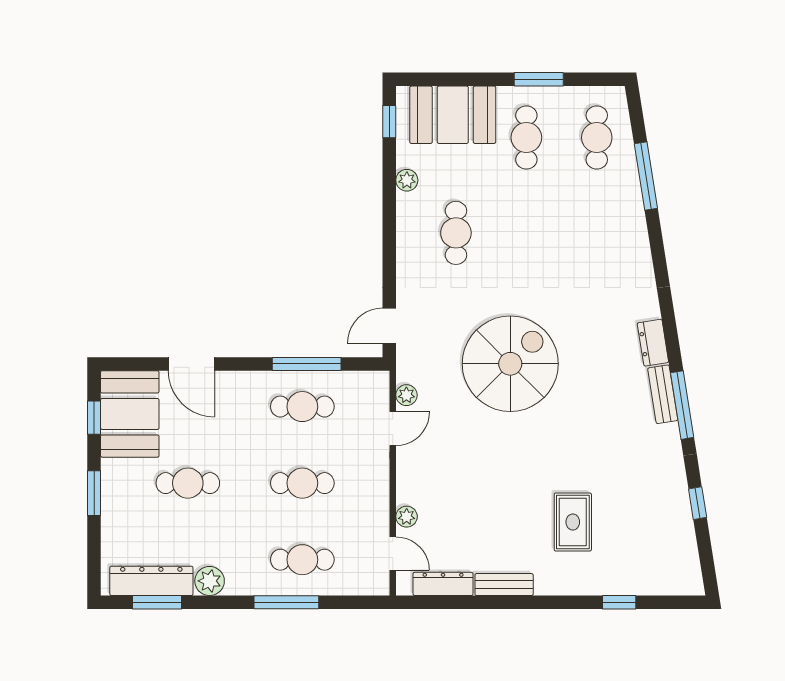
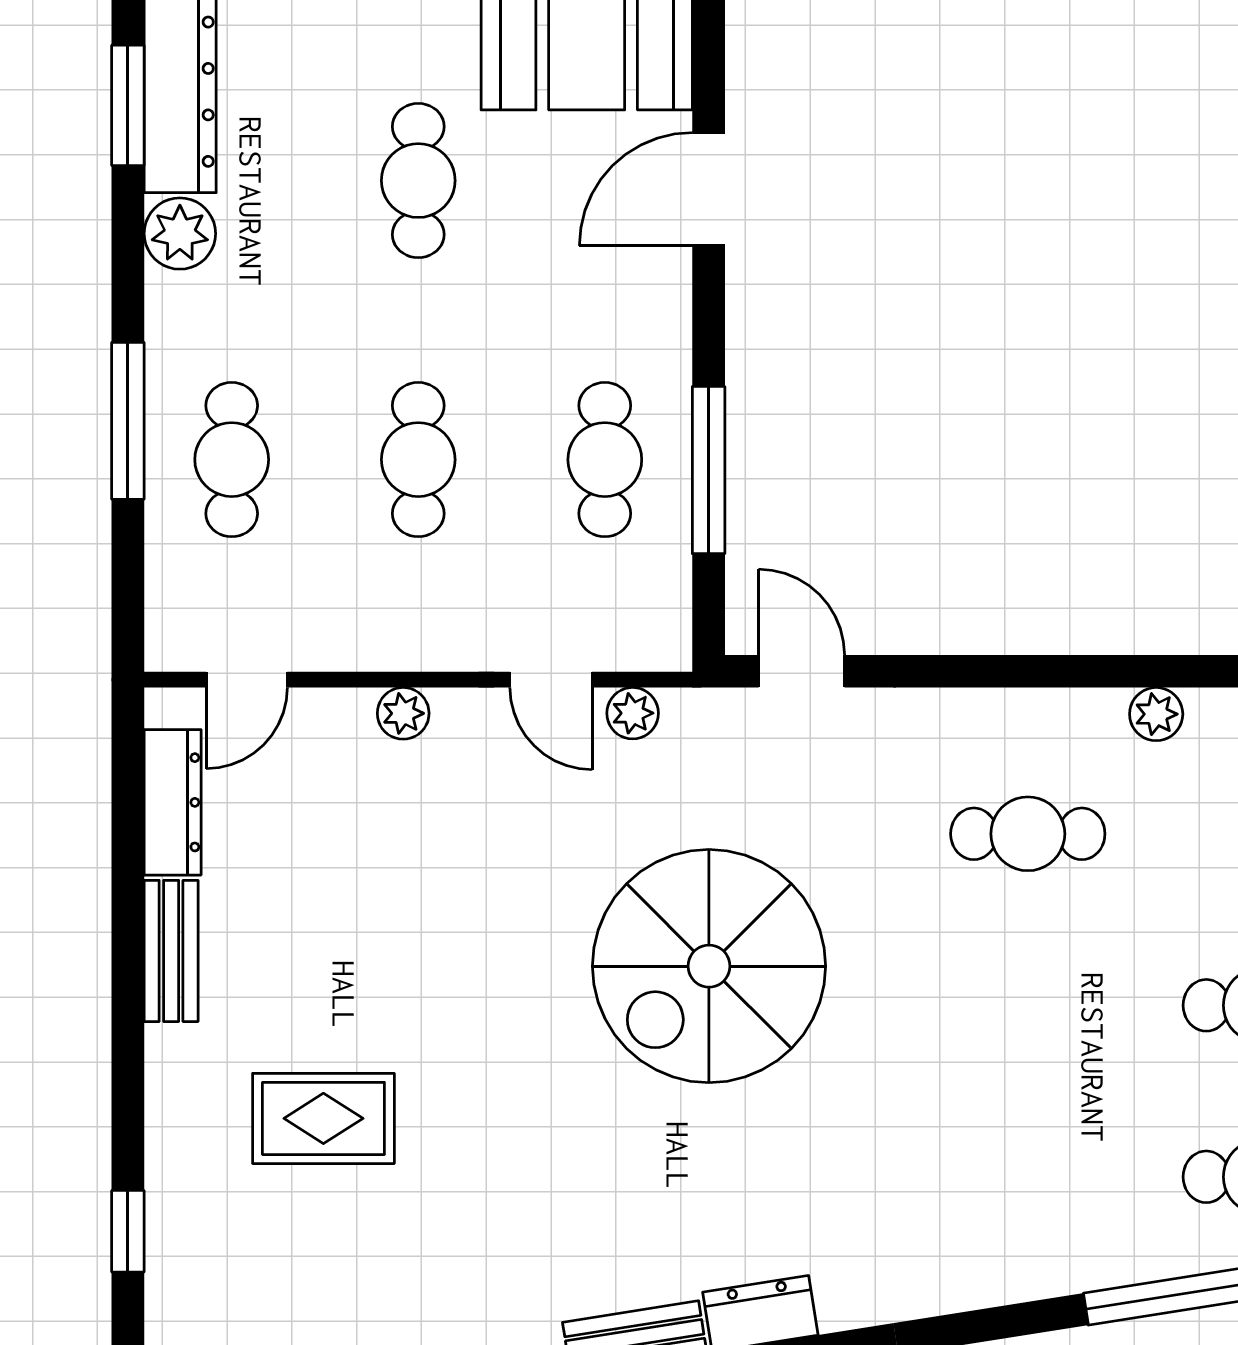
spiral stairs: (510, 364) -> (709, 966), turned 90
plant: (407, 517) -> (403, 713), moved

